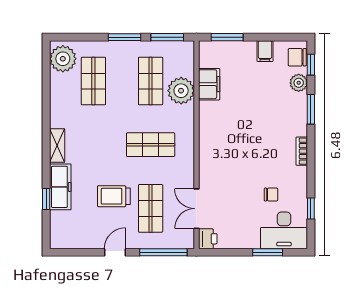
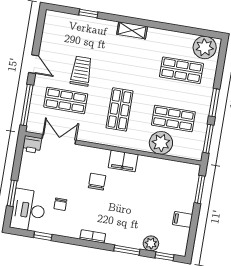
chair: (297, 57) -> (97, 182), moved
filing cabinet: (209, 84) -> (123, 161), moved
freezer: (60, 187) -> (97, 27), removed

